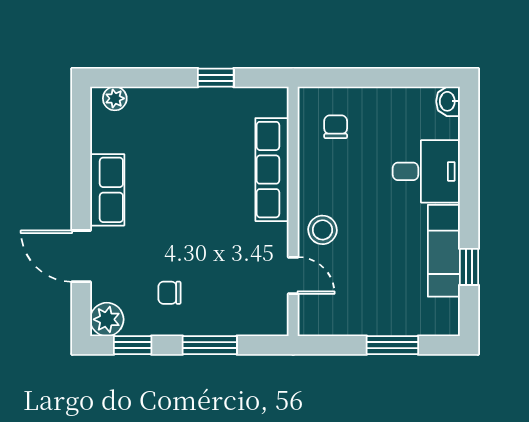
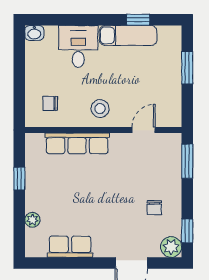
plant: (115, 98) -> (32, 220), moved
row of seats: (107, 190) -> (70, 247), moved
stool: (322, 230) -> (100, 109), moved
window: (210, 345) -> (187, 161), moved

